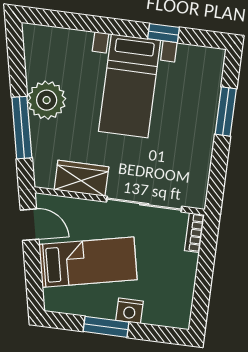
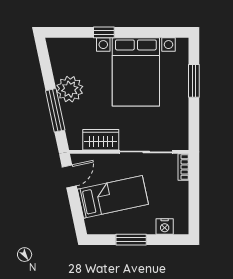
window: (164, 33) -> (104, 32), moved
bed with nightstands: (130, 86) -> (136, 72), width x1.36
door: (30, 225) -> (69, 176), hinge flipped
nightstand: (130, 311) -> (165, 227), moved

